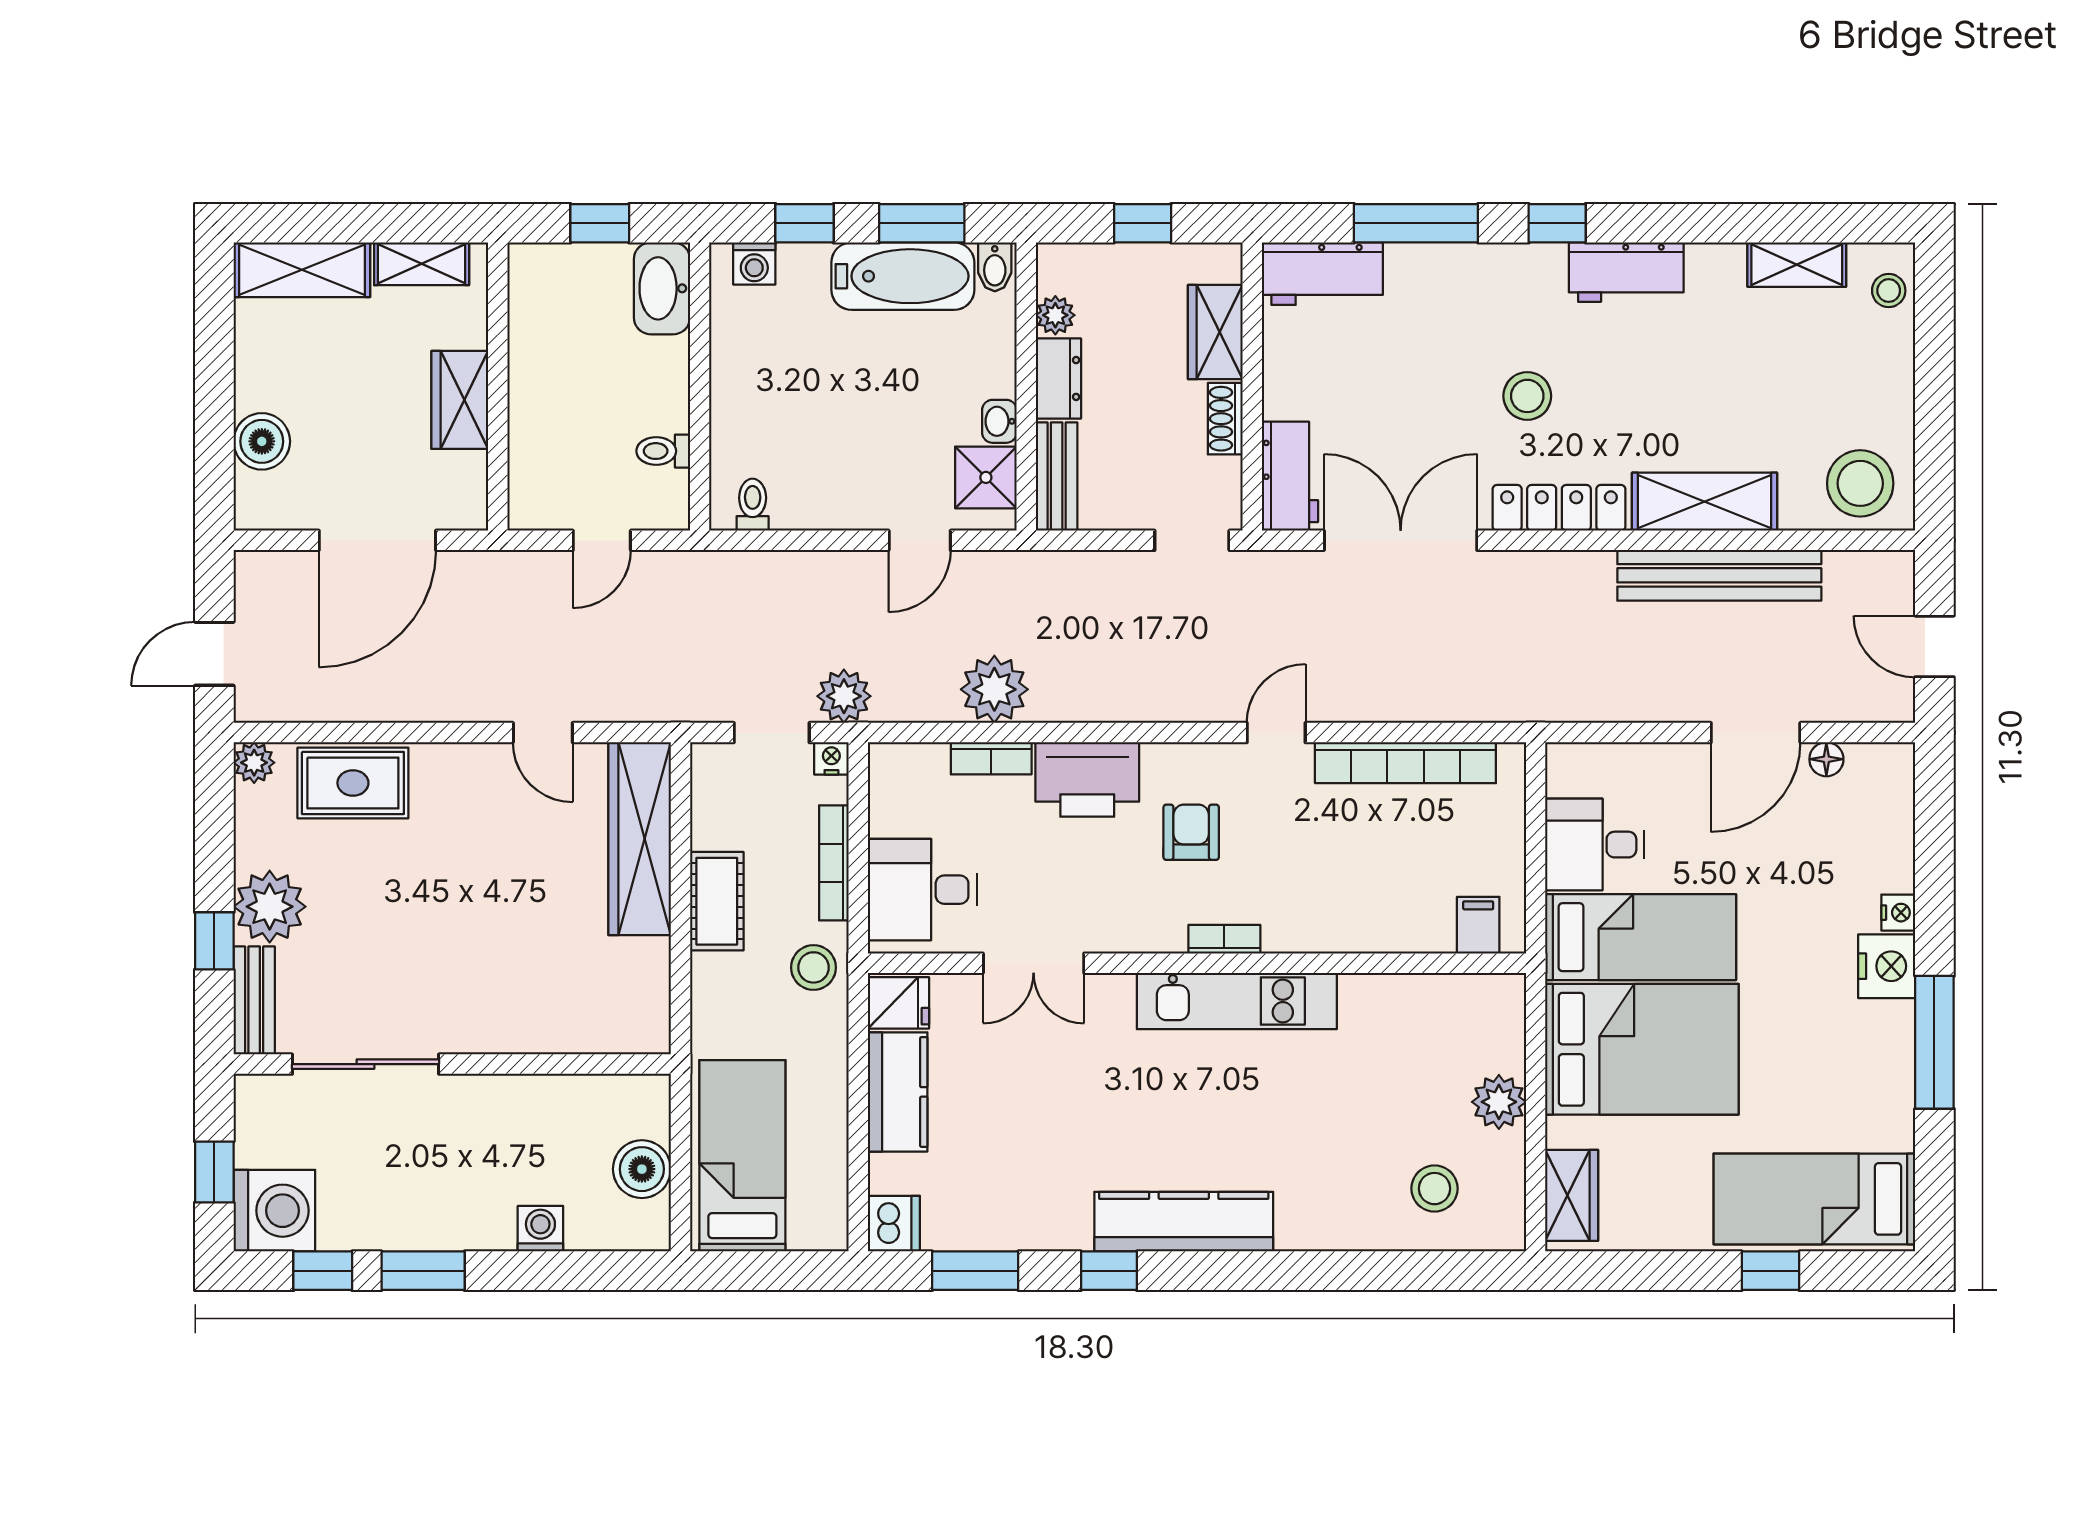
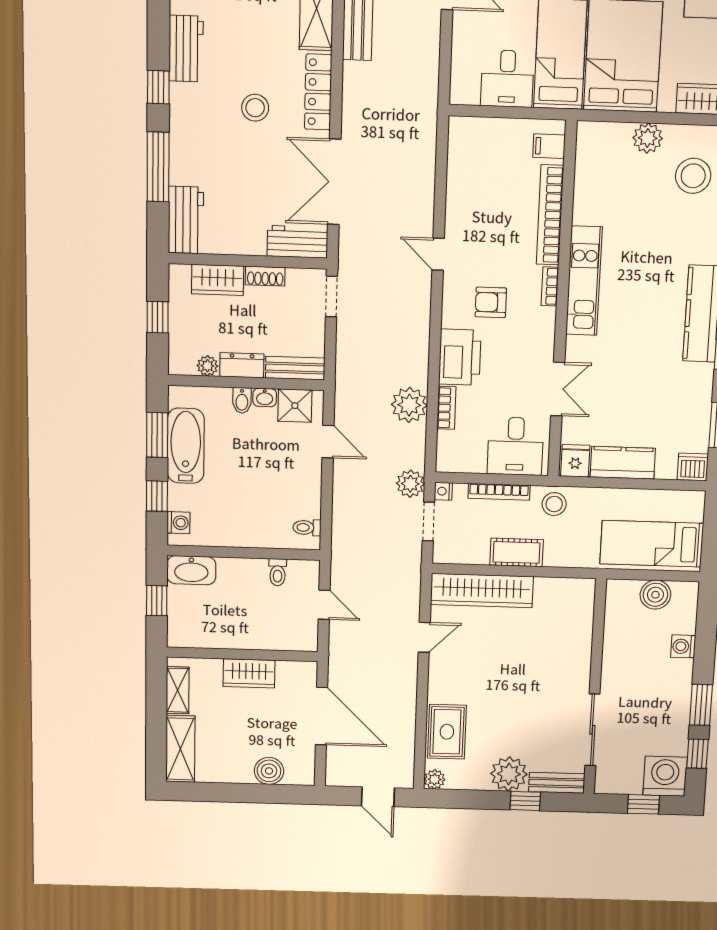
bidet: (995, 267) -> (242, 400), moved, turned 90
bookcase: (1405, 763) -> (550, 215), moved, turned 180
stool: (1435, 1189) -> (693, 176), width x1.38, depth x1.38

